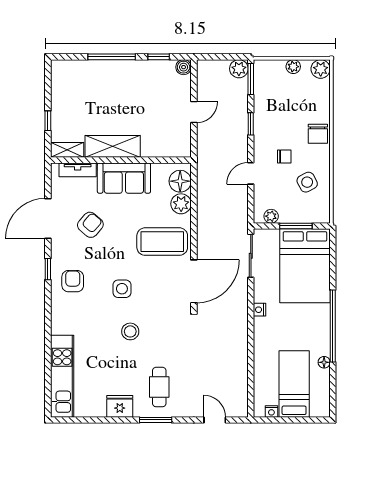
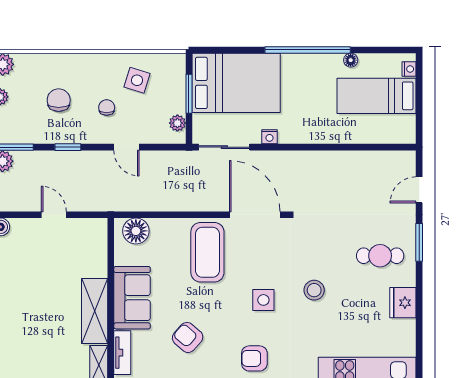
chair: (318, 134) -> (59, 100), moved, turned -90
side table: (307, 182) -> (137, 80), turned 45
plant: (181, 204) -> (163, 230), removed
nightstand: (260, 310) -> (270, 137), moved
nightstand: (271, 411) -> (409, 69), moved
window: (156, 420) -> (419, 242), moved

